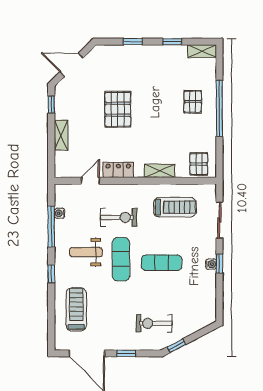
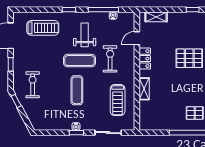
shelving: (61, 135) -> (156, 17), moved
pallet: (199, 164) -> (149, 117), removed
door: (90, 181) -> (137, 38), swing flipped
exercise bike: (119, 217) -> (110, 59), turned 180

